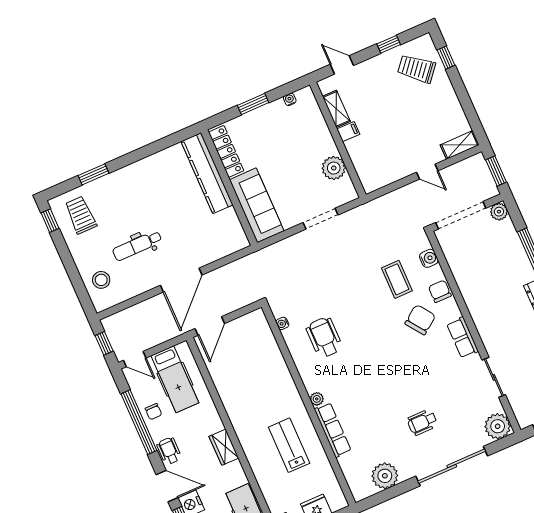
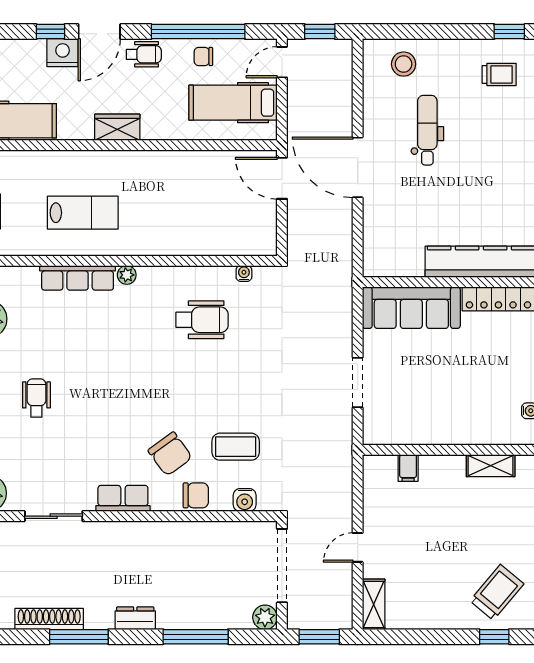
filing cabinet: (348, 132) -> (408, 468), moved
plant: (334, 168) -> (416, 428), removed
trolley: (81, 215) -> (499, 75), width x0.73, depth x0.72

